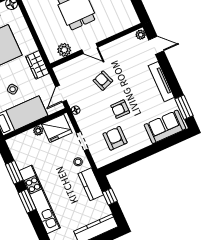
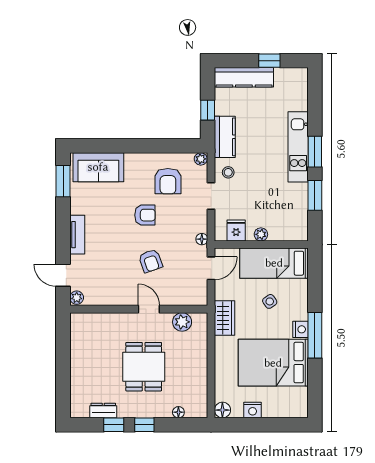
tv unit: (161, 82) -> (77, 235), width x0.71
fridge: (57, 128) -> (236, 230), width x0.53, depth x0.75
plant: (100, 163) -> (201, 159), added
kitchen unit: (40, 199) -> (298, 147), width x0.73

